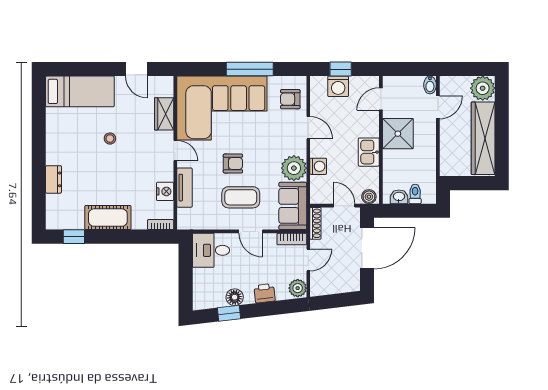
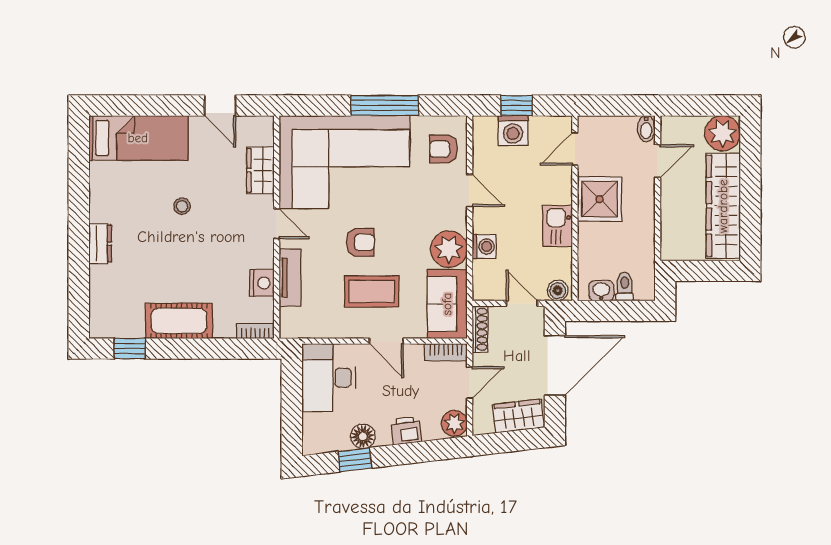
dresser: (53, 179) -> (100, 243), moved
desk: (211, 250) -> (329, 378), width x1.37
wardrobe: (342, 283) -> (518, 416), added

